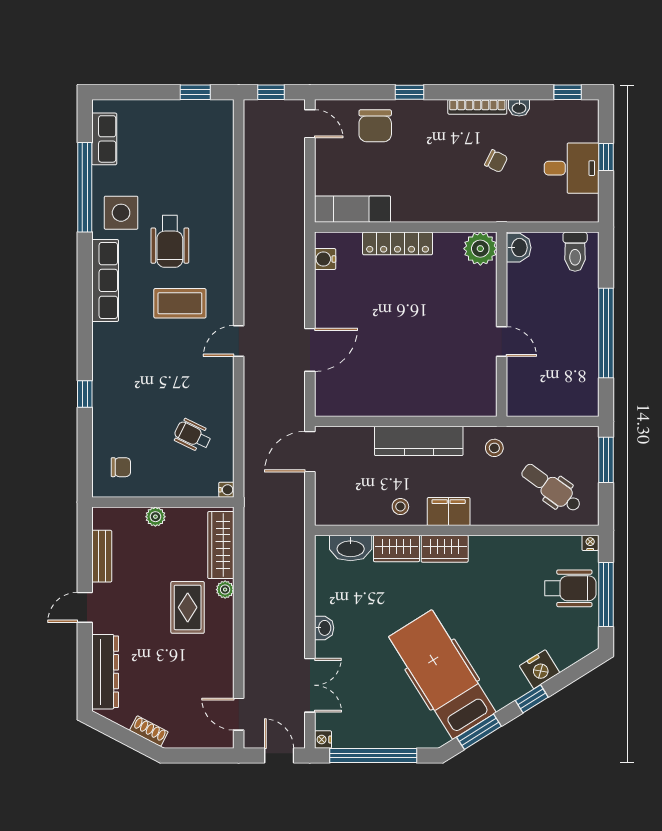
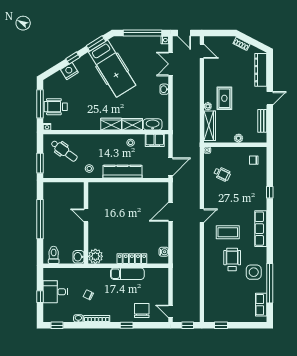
exam couch: (352, 209) -> (127, 274), moved
row of seats: (105, 280) -> (261, 229), moved
filing cabinet: (449, 512) -> (155, 140), moved

